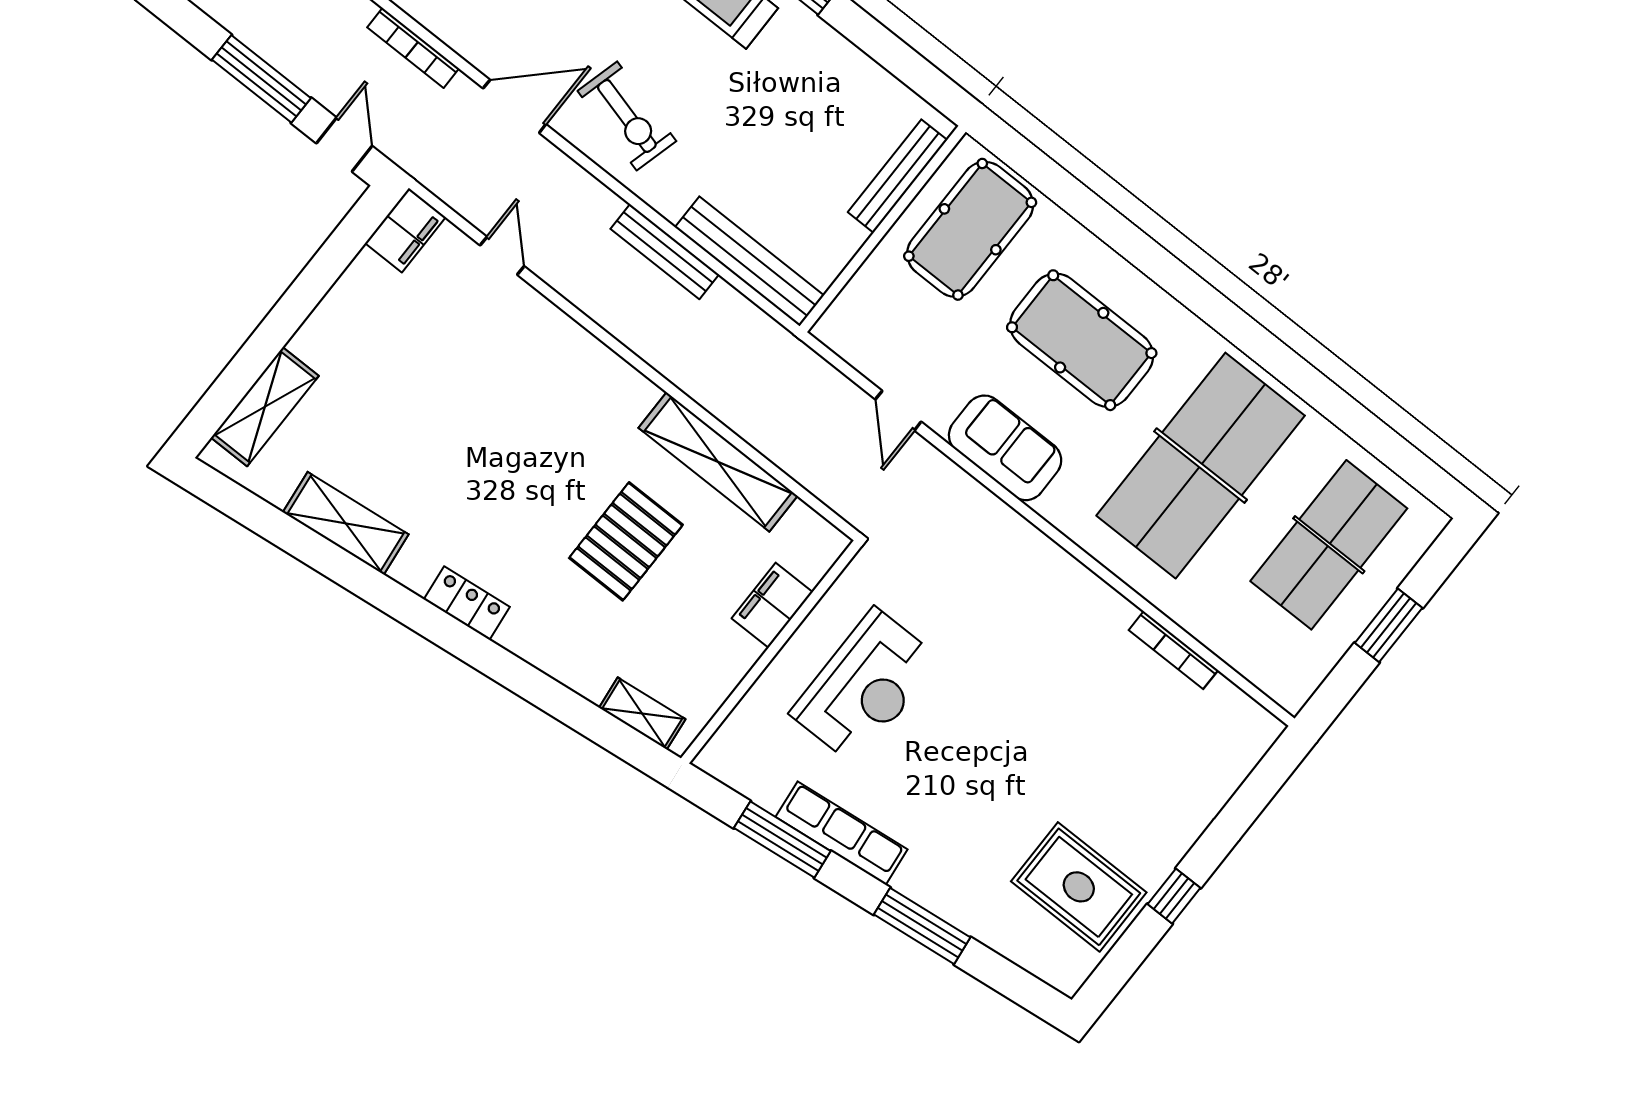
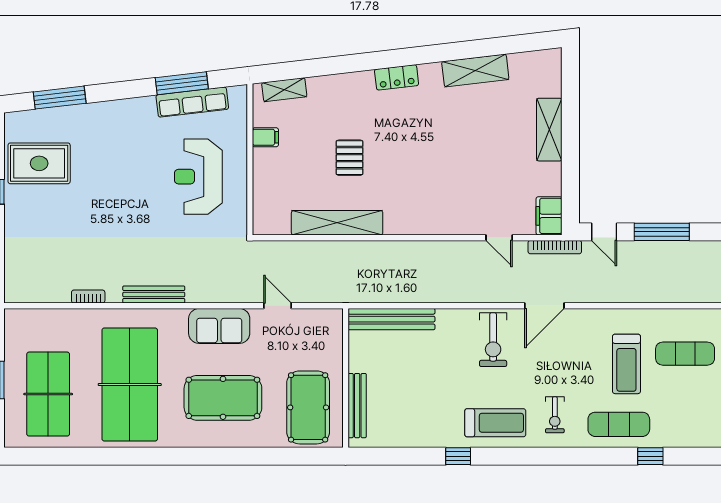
bookcase: (413, 48) -> (555, 247), moved, turned 180
exercise bike: (627, 116) -> (493, 340), turned -105
bench: (665, 252) -> (154, 295), moved
shelving: (265, 407) -> (549, 130), moved
pallet: (626, 541) -> (350, 158), width x0.67, depth x0.71
filing cabinet: (772, 605) -> (265, 137), moved, width x0.50
bookcase: (1173, 650) -> (88, 297), width x0.64
row of seats: (842, 833) -> (192, 102), moved
window: (922, 926) -> (60, 98), moved

